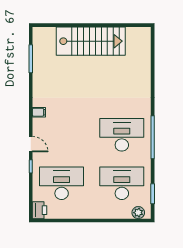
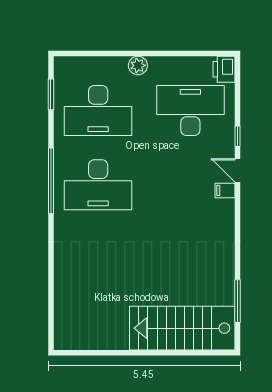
stairs: (91, 41) -> (182, 328), moved
filing cabinet: (39, 112) -> (225, 190), moved
desk: (62, 183) -> (190, 111), turned 180
plant: (138, 213) -> (138, 65), moved

